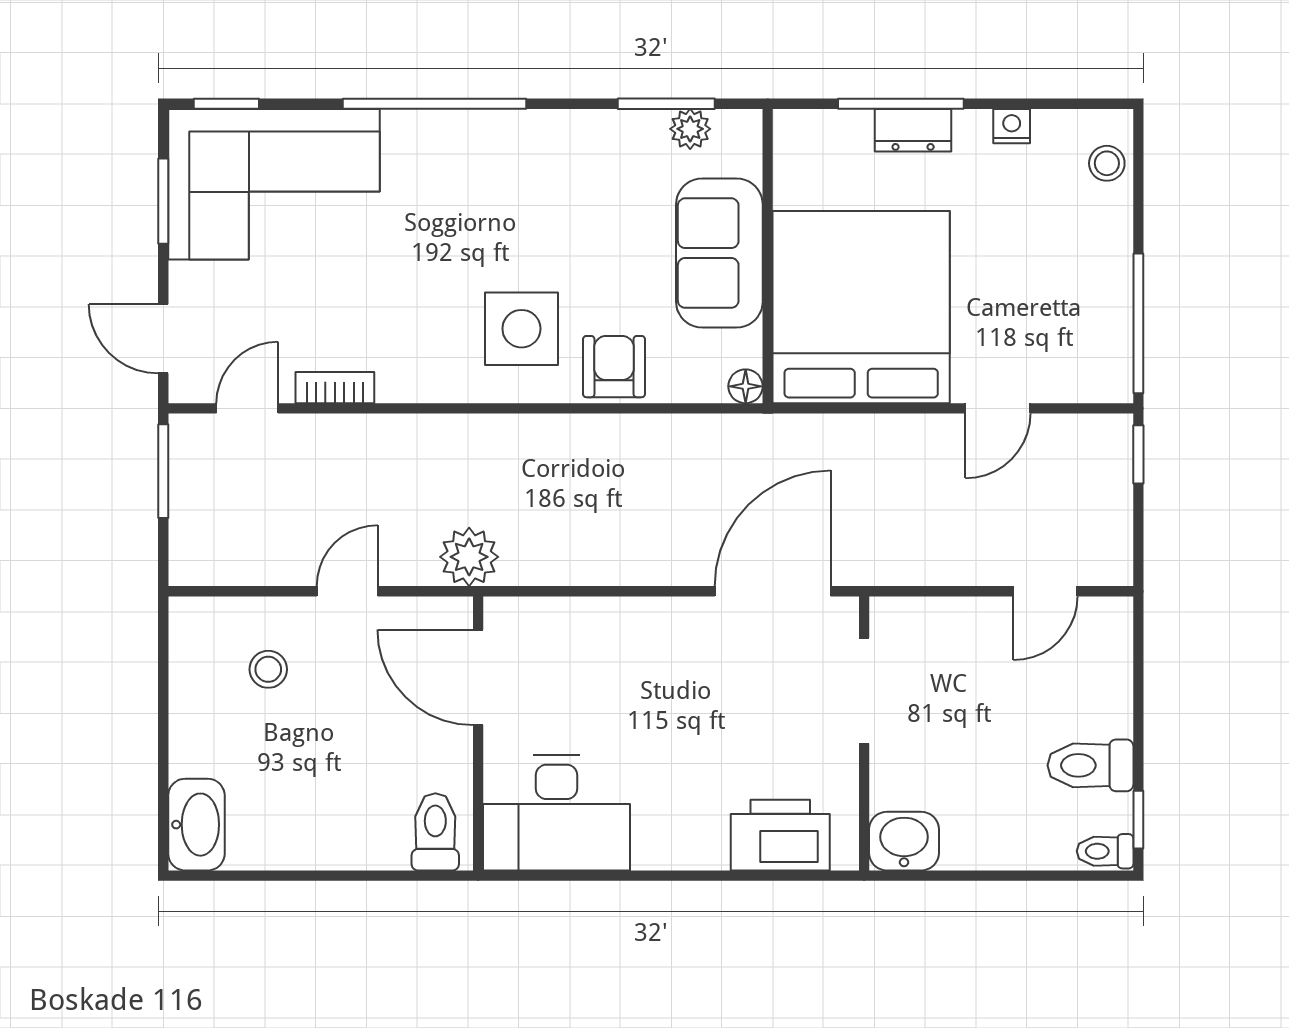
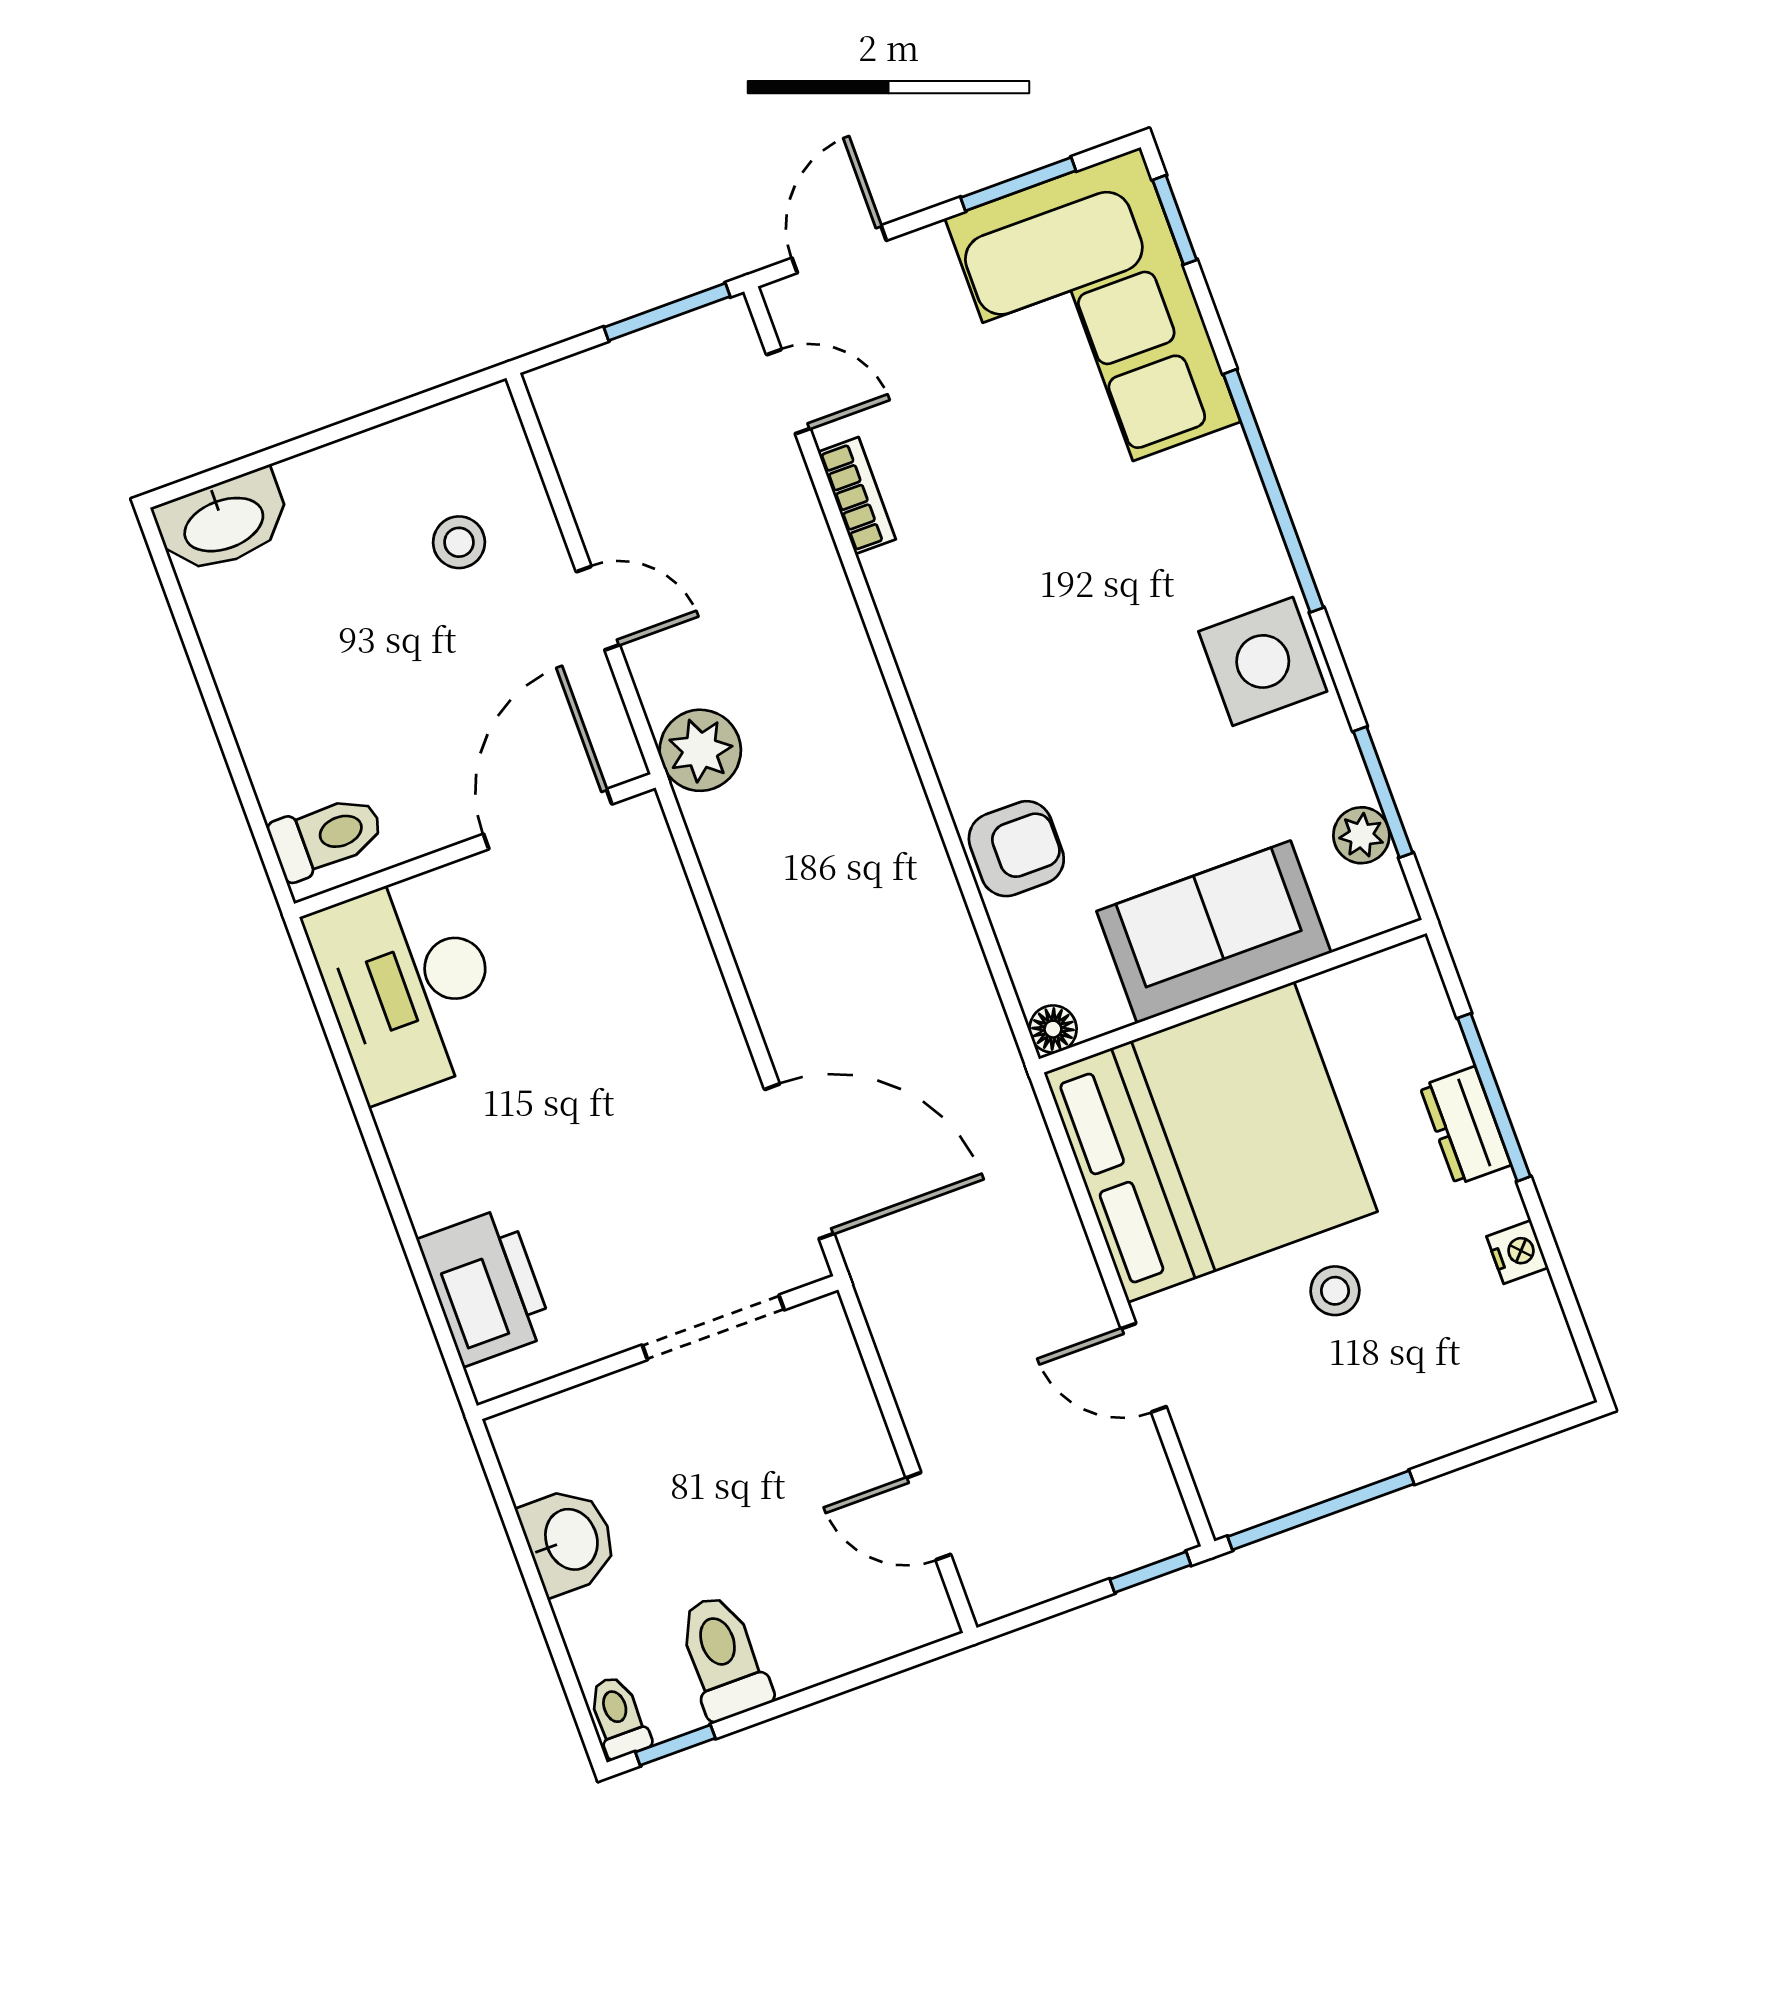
stool: (1107, 163) -> (1335, 1291), moved
side table: (521, 329) -> (1263, 661), moved
washbasin: (904, 841) -> (569, 1540), moved

